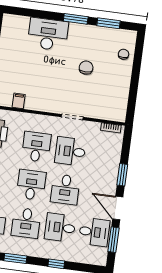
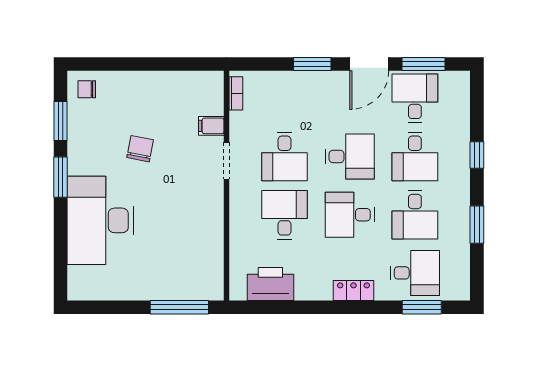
desk: (48, 34) -> (100, 220), width x1.36, depth x1.30
chair: (124, 54) -> (87, 89), moved
chair: (86, 68) -> (140, 149), turned 101
filing cabinet: (19, 101) -> (211, 126), moved
desk: (36, 147) -> (285, 215), turned 90
desk: (26, 223) -> (415, 215), turned 90

